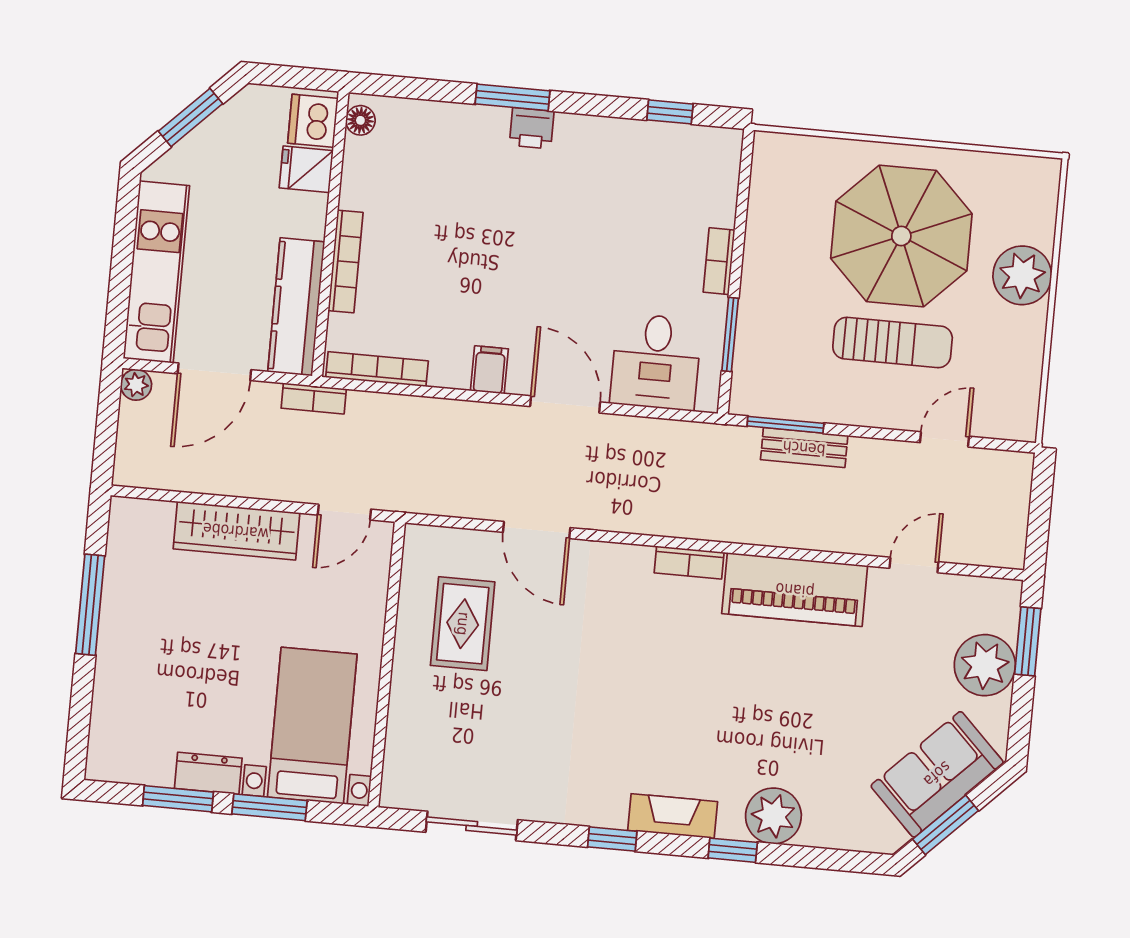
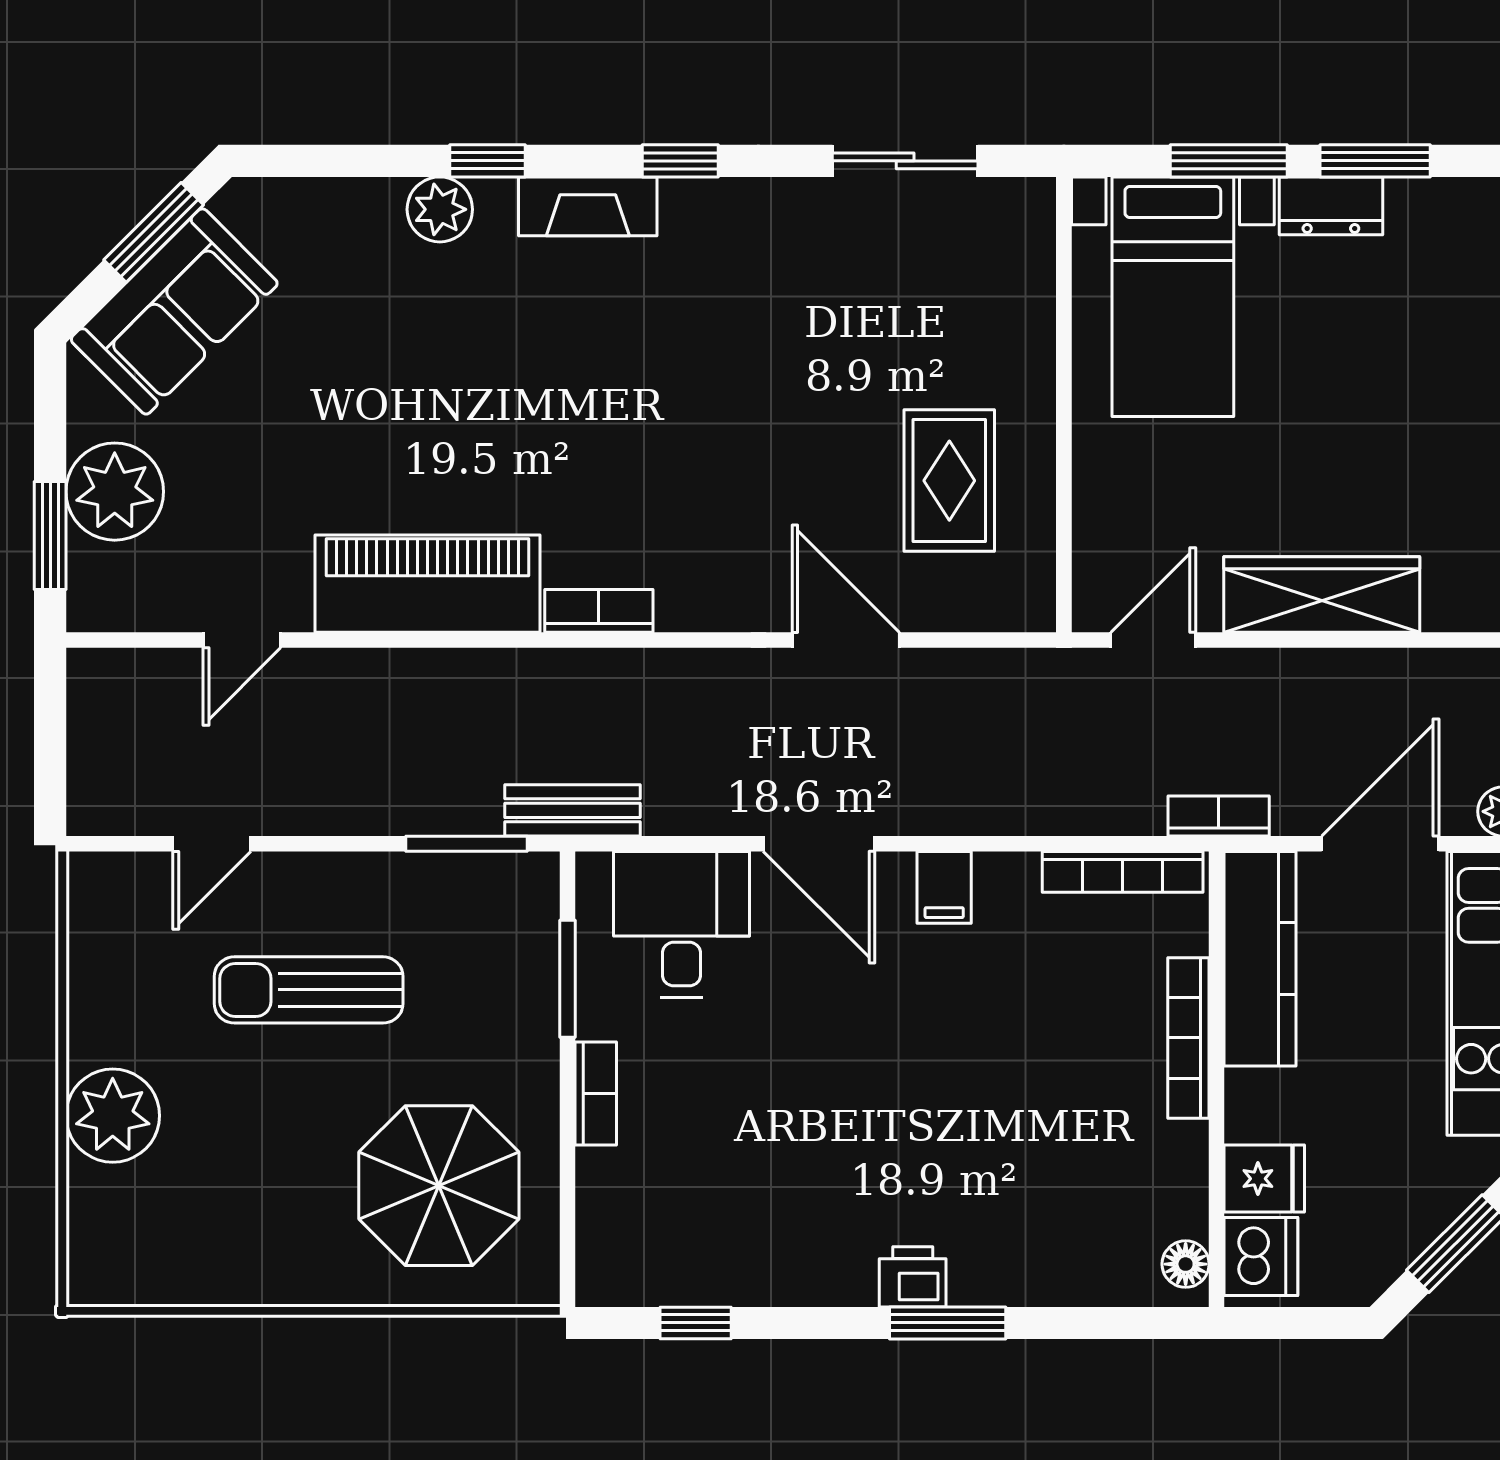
parasol: (901, 236) -> (439, 1186), moved, width x0.73, depth x0.73
bench: (804, 448) -> (572, 810), moved
plant: (773, 816) -> (440, 209), width x0.73, depth x0.73

